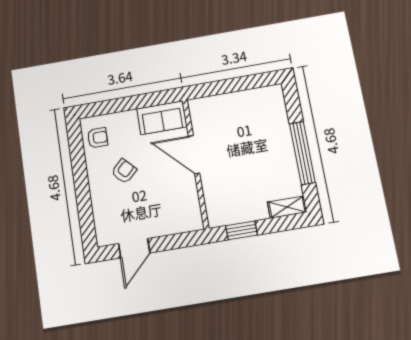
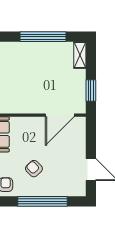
door: (194, 155) -> (60, 115), moved
window: (82, 190) -> (42, 201), added

